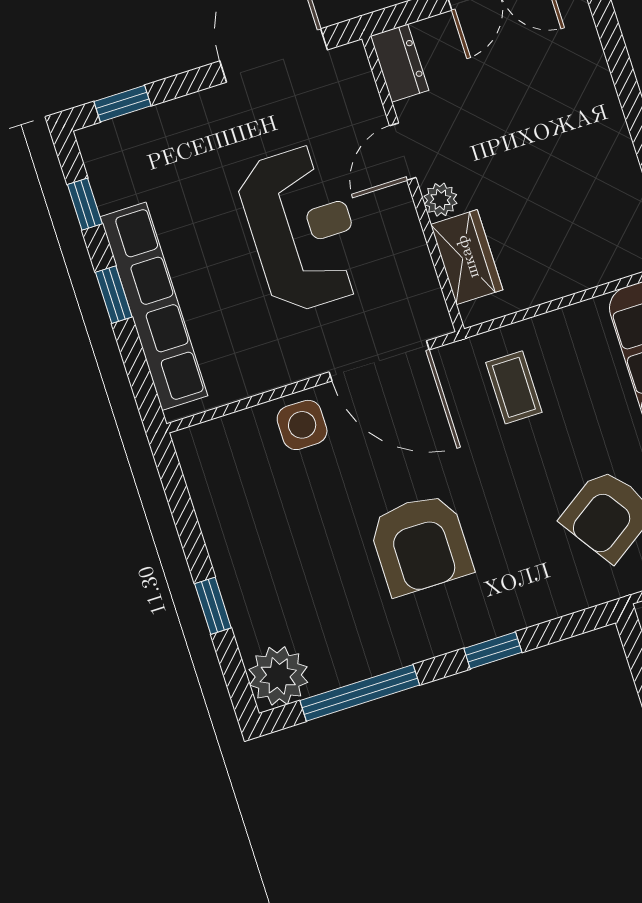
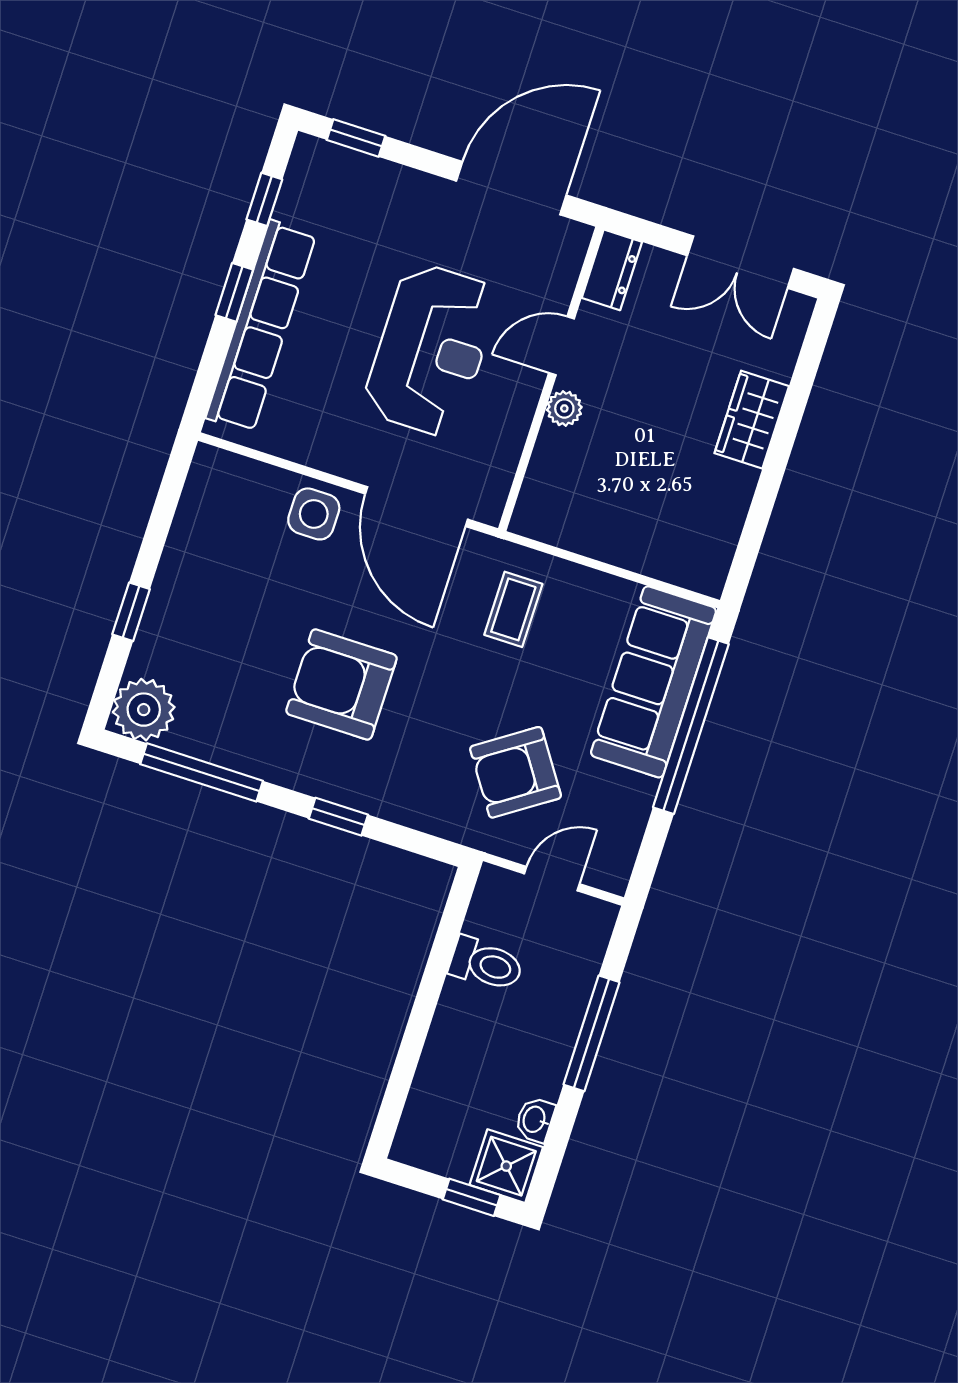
wardrobe: (467, 257) -> (752, 420), moved, turned 180
armchair: (420, 544) -> (341, 684), turned 90

